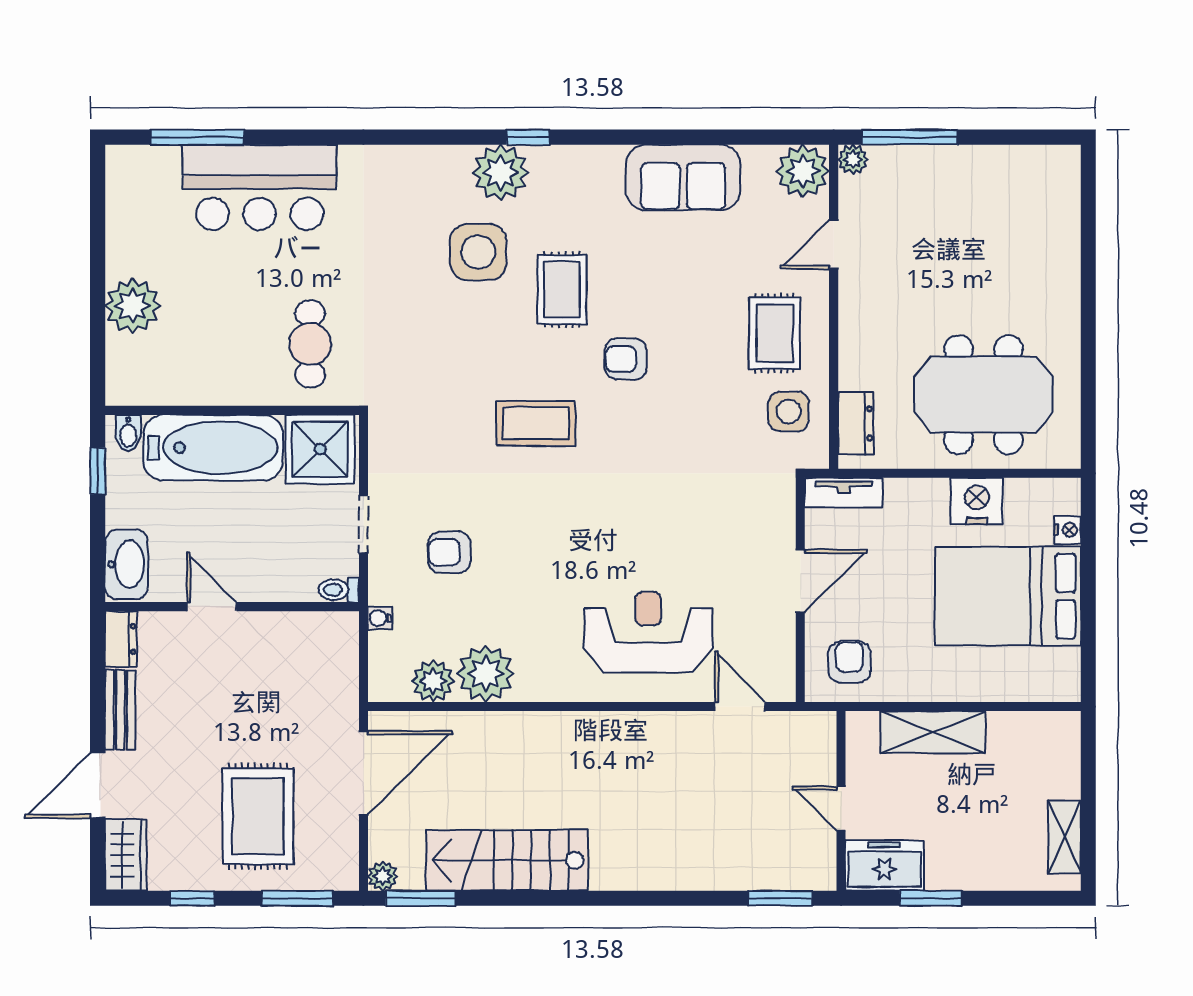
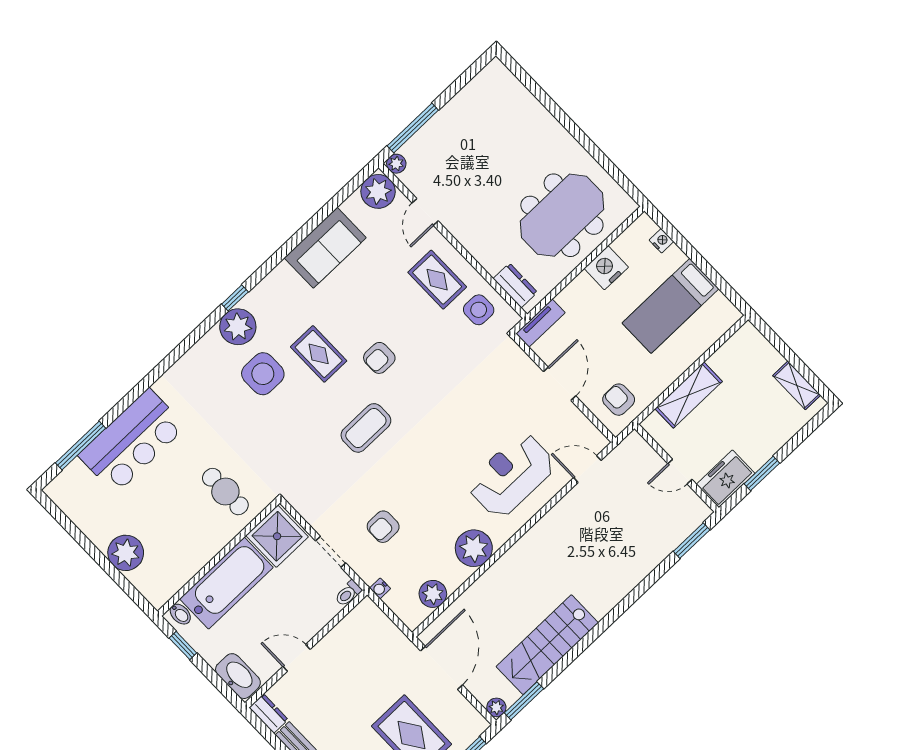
bed: (1008, 596) -> (670, 306), width x0.67
plant: (486, 673) -> (474, 548), moved

